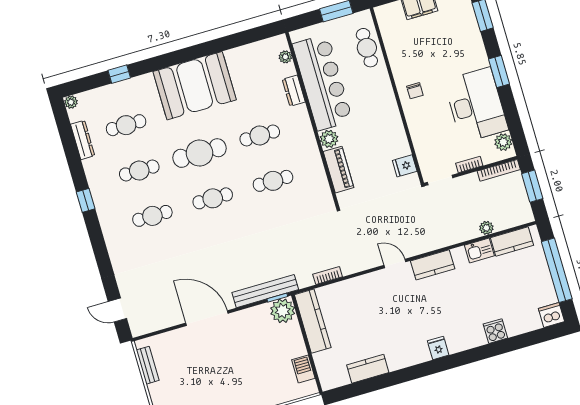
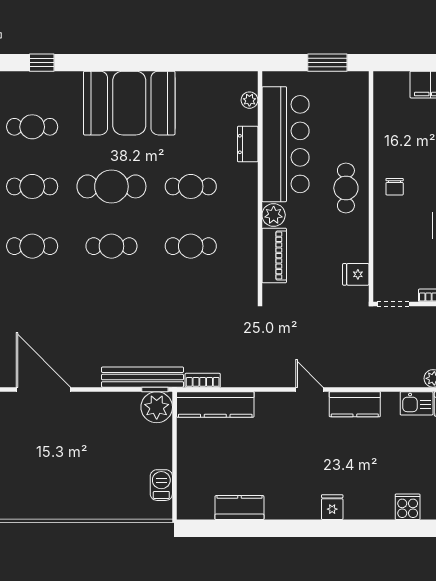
cafe table: (367, 48) -> (346, 188), moved
bookcase: (328, 276) -> (203, 380), moved
door: (207, 318) -> (43, 389), moved
kitchen counter: (313, 321) -> (215, 404), moved, turned 90

